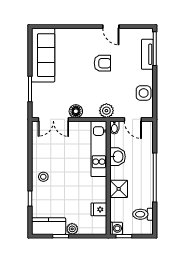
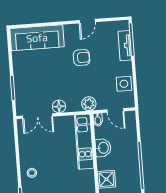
door: (111, 27) -> (87, 21), hinge flipped
sofa: (43, 55) -> (37, 38), moved, turned 90

